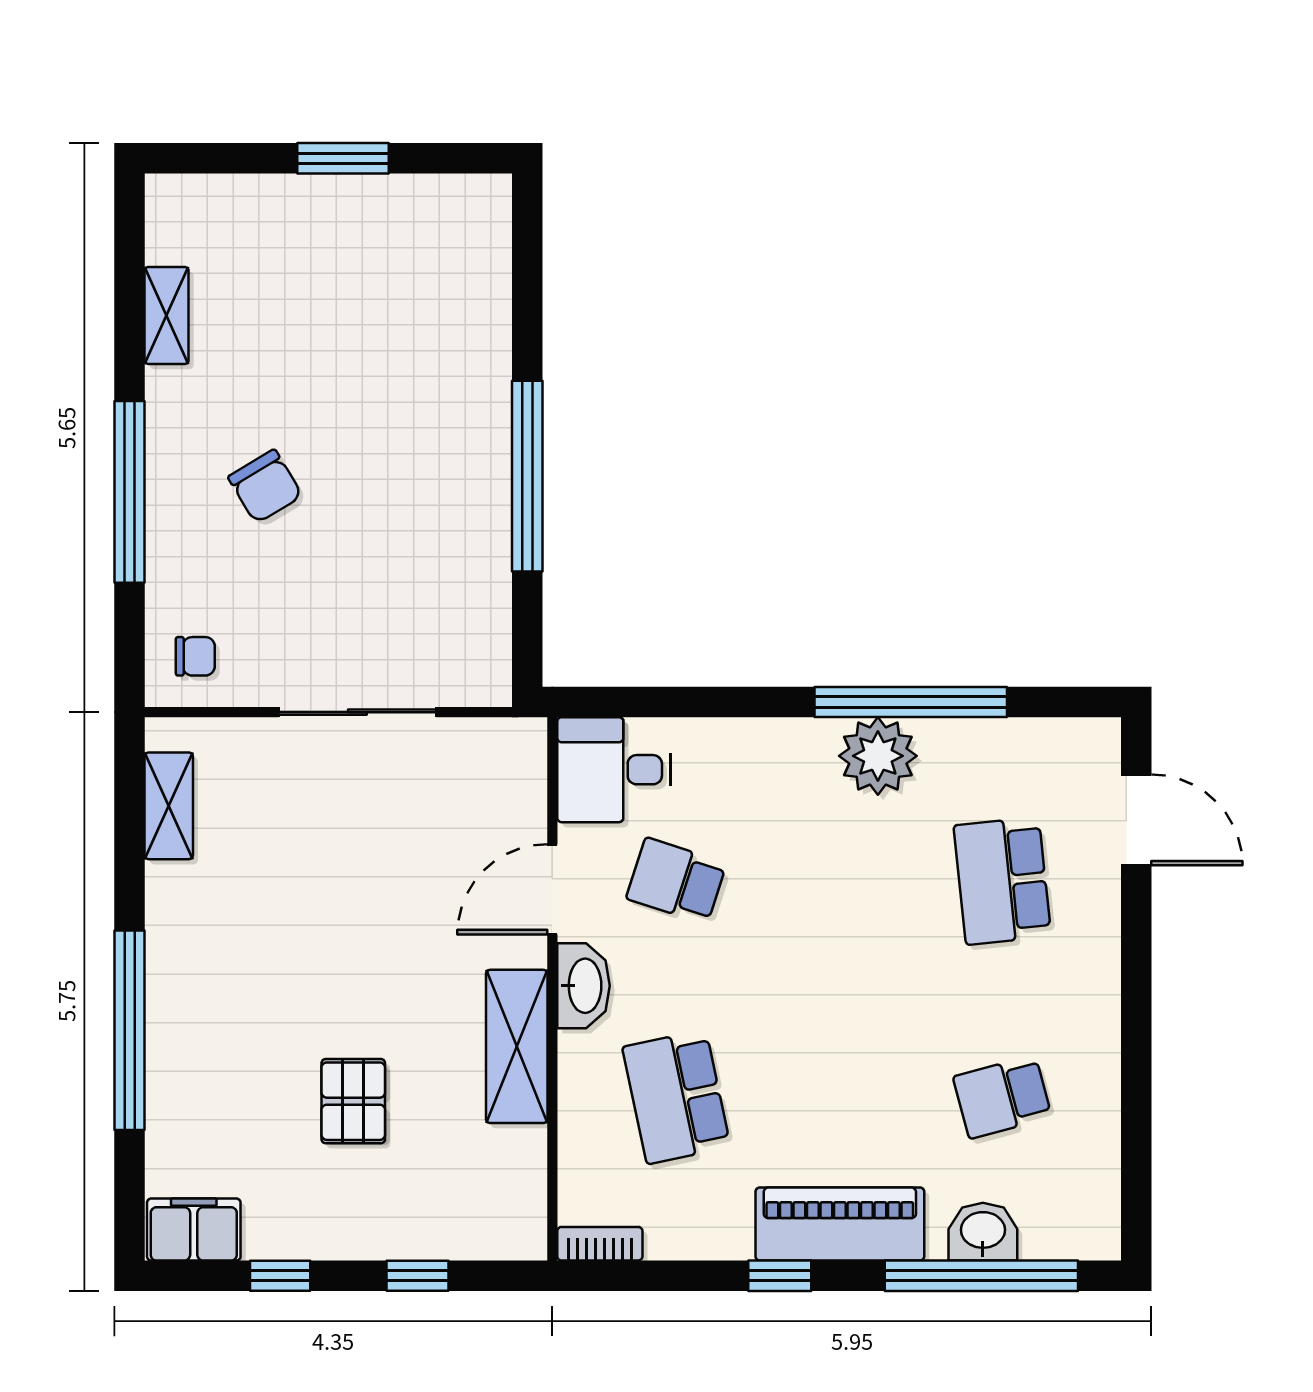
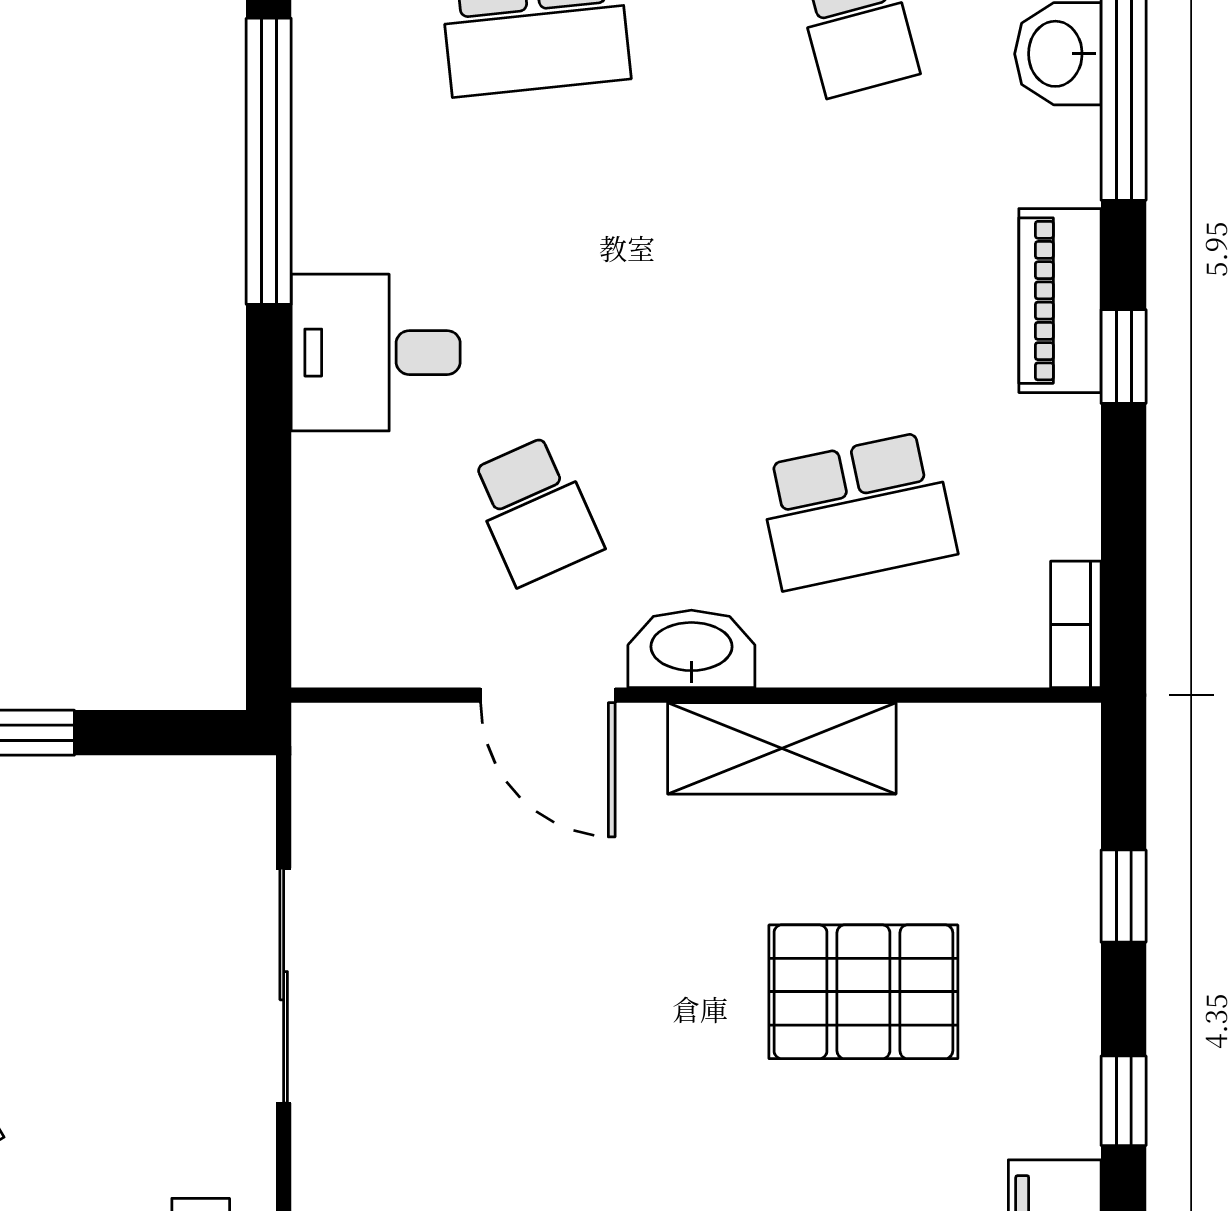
plant: (878, 756) -> (349, 210), removed
desk: (614, 770) -> (376, 353), moved, turned 90
school desk: (676, 881) -> (535, 511), turned -42
pallet: (353, 1101) -> (863, 992), width x1.50, depth x1.42
piano: (840, 1224) -> (1060, 301), width x0.73, depth x0.75

